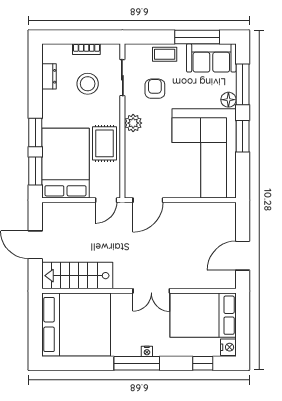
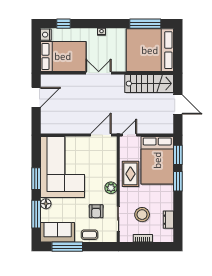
window: (137, 363) -> (145, 24), moved

